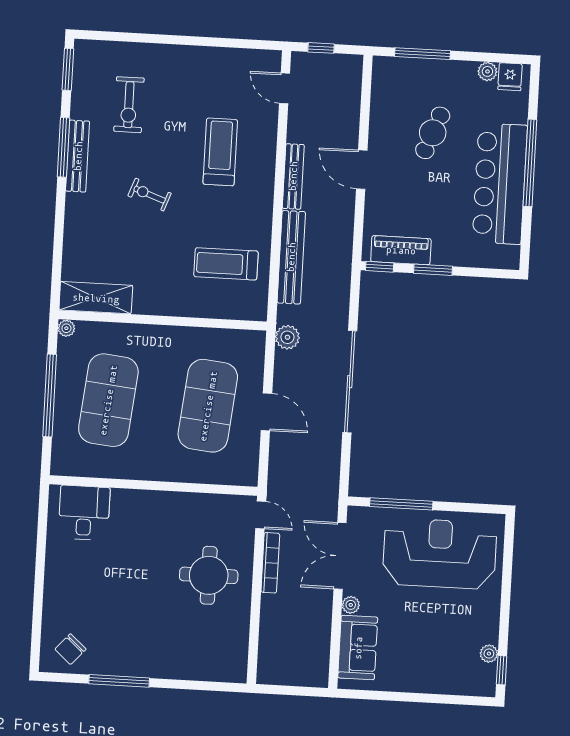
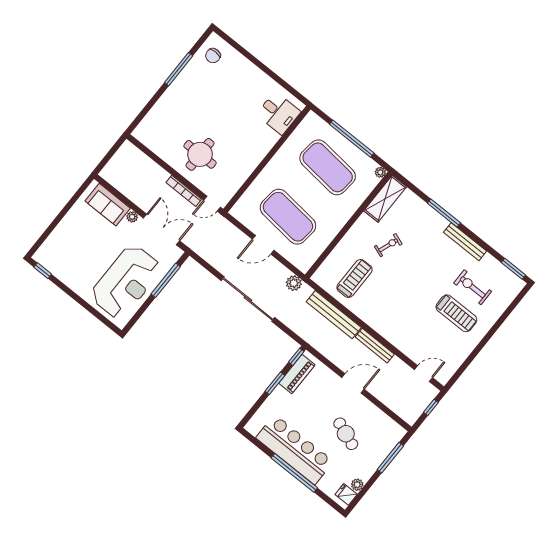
window: (64, 147) -> (444, 213), moved
treadmill: (220, 152) -> (456, 313), moved
exercise bike: (150, 195) -> (388, 245), moved
chair: (70, 649) -> (213, 56), turned -132
plant: (489, 654) -> (56, 270), removed

